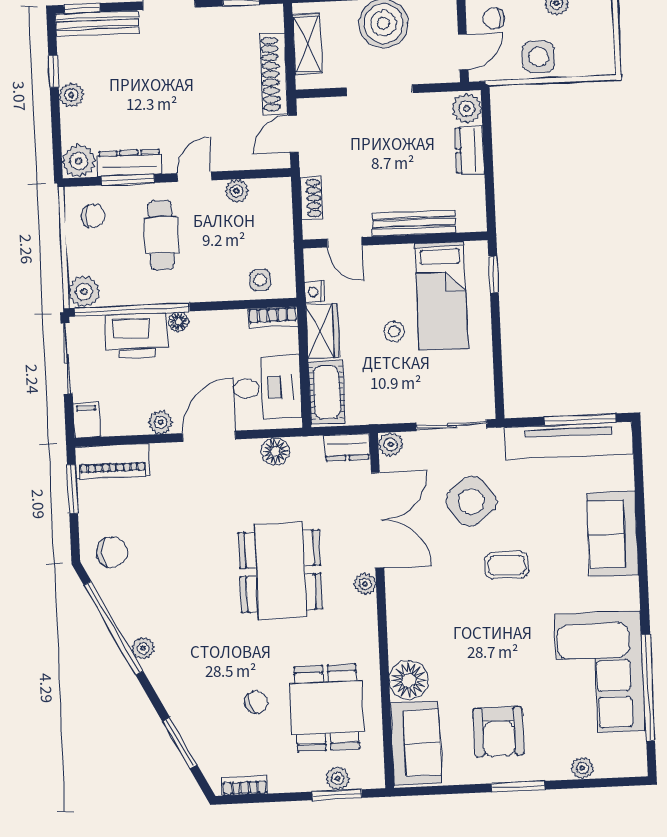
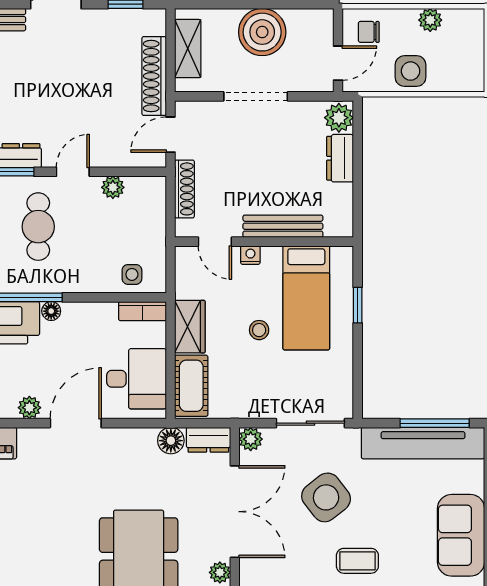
shoe rack: (311, 198) -> (184, 189), width x1.43
window: (494, 275) -> (358, 305), moved
nightstand: (315, 292) -> (250, 255), moved, turned 90
floor lamp: (275, 451) -> (171, 441), moved

